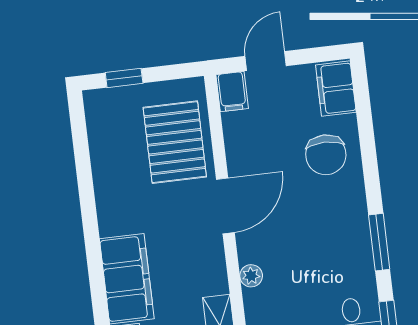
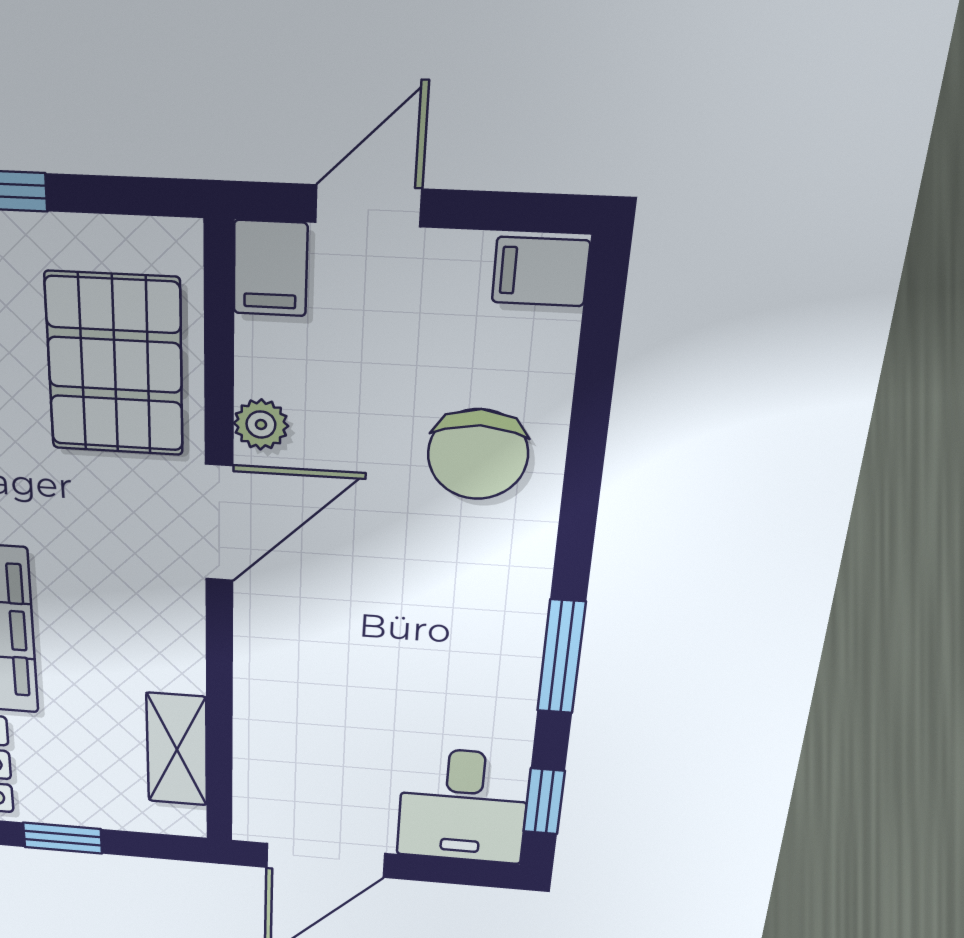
filing cabinet: (336, 89) -> (541, 272), width x0.50
plant: (251, 276) -> (261, 424), moved

